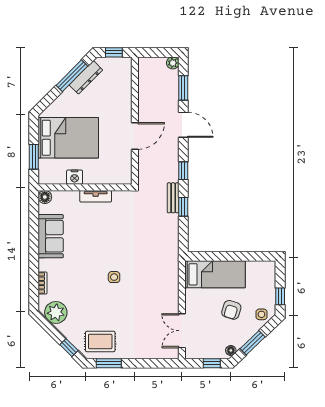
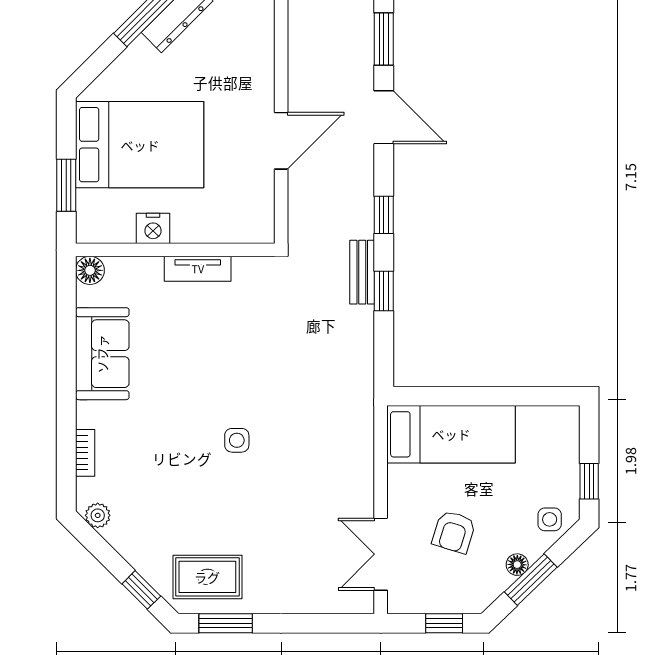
armchair: (231, 310) -> (454, 532), moved
plant: (56, 312) -> (98, 515), width x0.53, depth x0.53
floor lamp: (231, 350) -> (517, 565), moved

